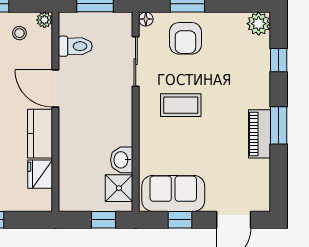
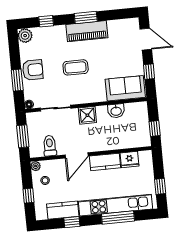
armchair: (185, 38) -> (33, 70), moved
coffee table: (181, 105) -> (76, 67), moved, turned 90
piano: (260, 134) -> (87, 31), width x1.37, depth x1.33
shower: (119, 188) -> (87, 115), moved
sofa: (173, 193) -> (125, 88), moved, turned 90
window: (103, 220) -> (155, 129), moved

